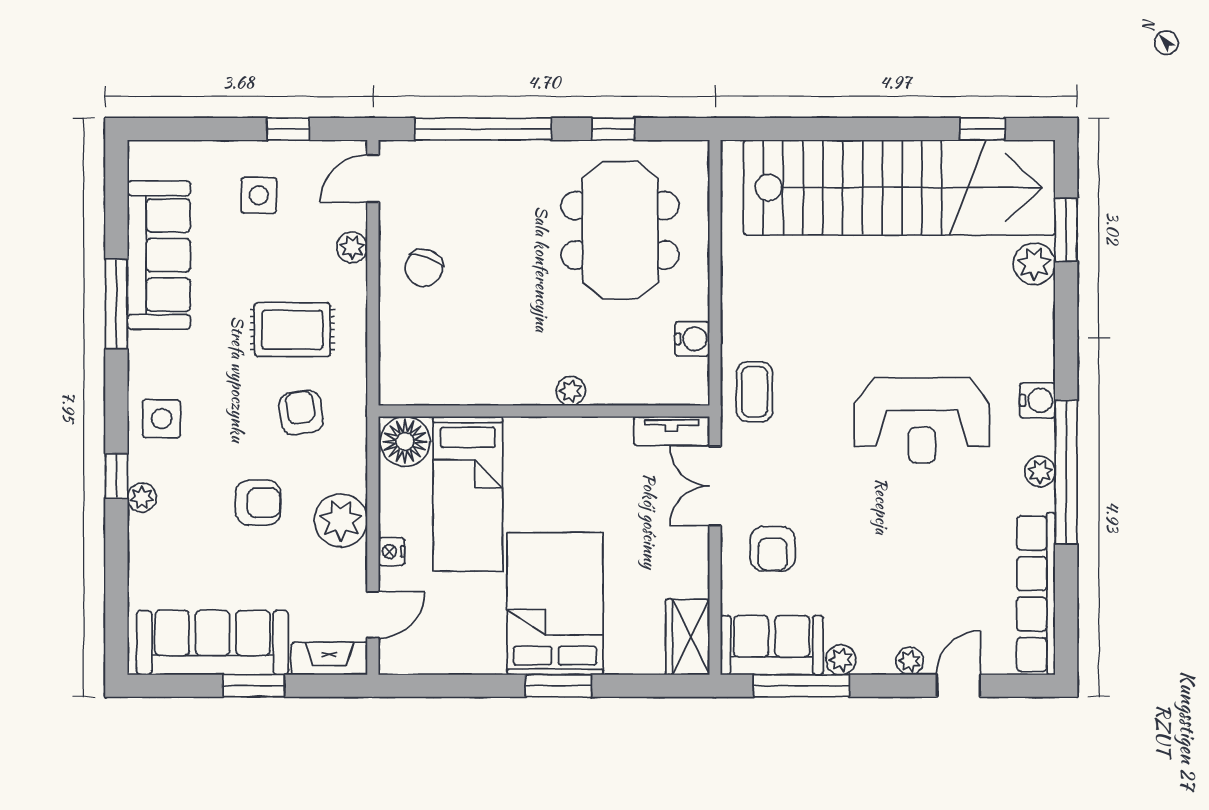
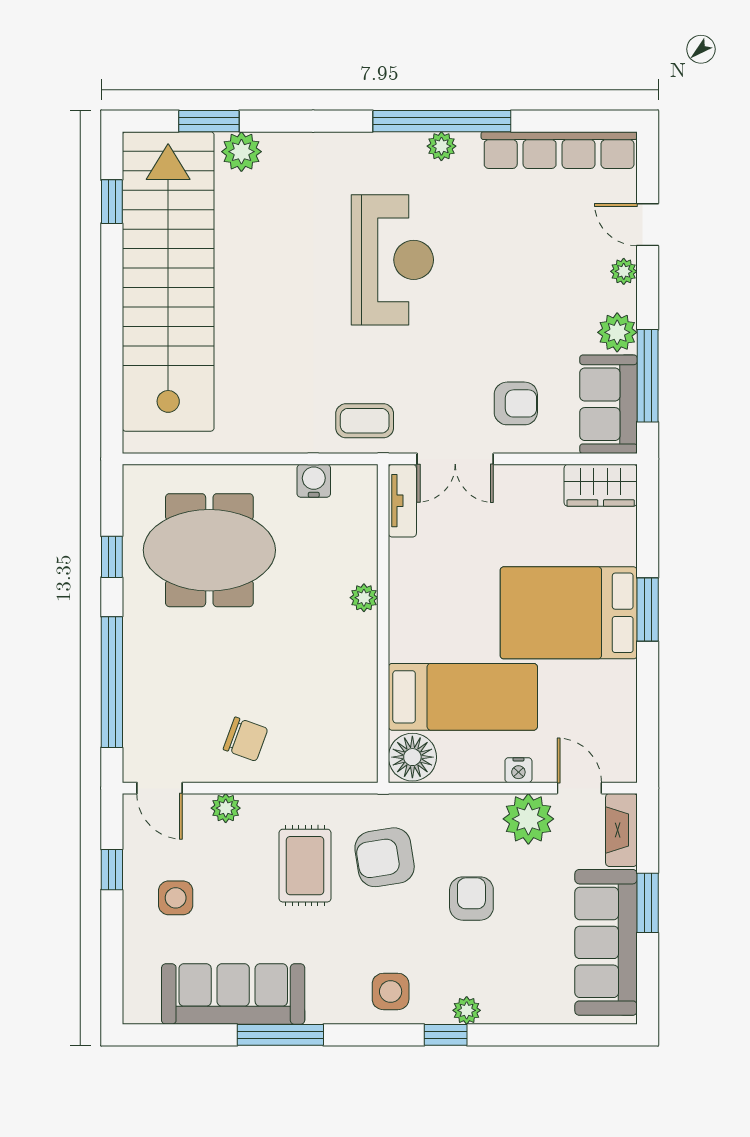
water cooler: (1037, 400) -> (373, 149), removed
armchair: (301, 412) -> (385, 857), width x1.38, depth x1.38
plant: (341, 520) -> (528, 819), moved
plant: (841, 660) -> (617, 332), width x1.38, depth x1.38

